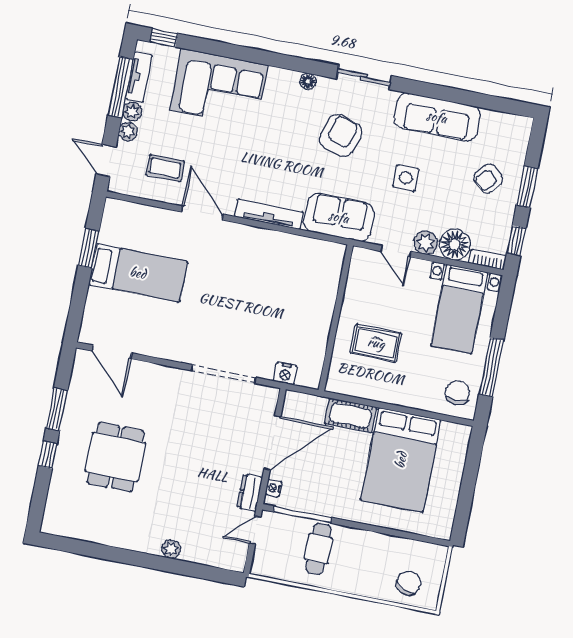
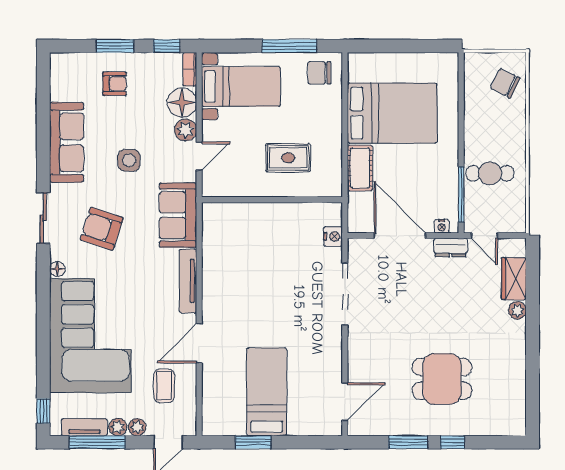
corner sofa: (219, 88) -> (90, 336), width x1.36, depth x1.36
armchair: (488, 179) -> (115, 84), turned -42
rug: (376, 343) -> (288, 158), turned 90
wardrobe: (204, 552) -> (514, 279), added

